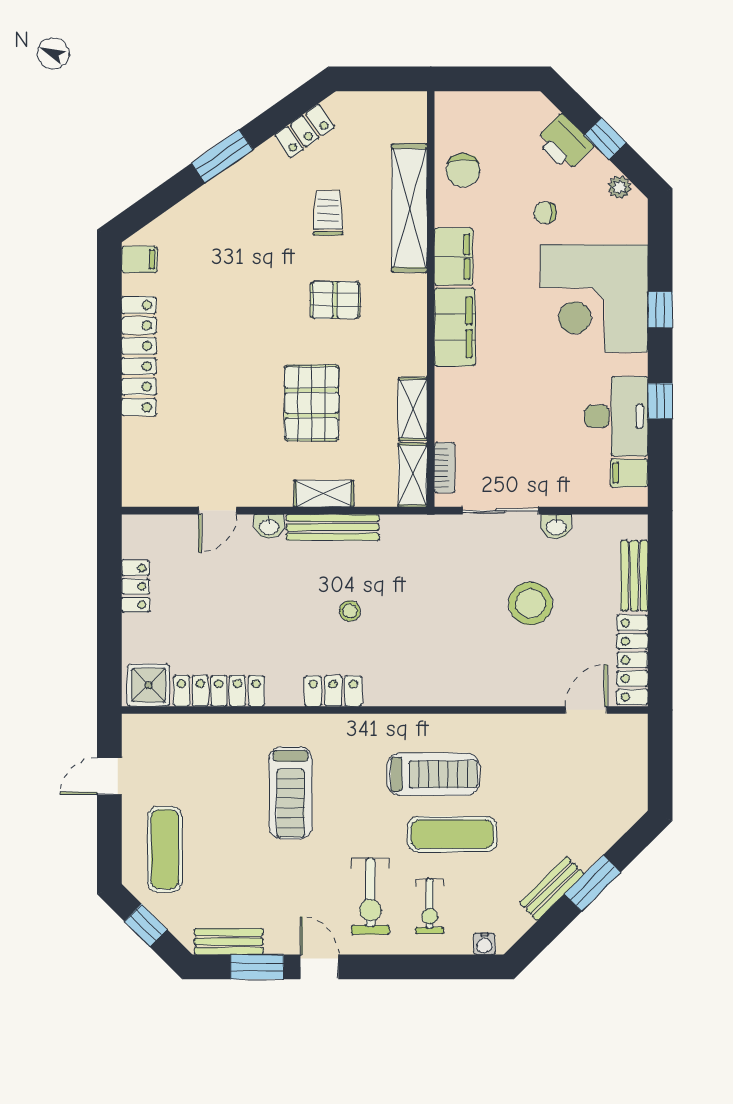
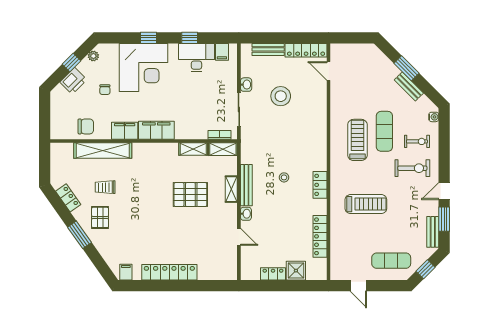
pallet: (335, 300) -> (100, 217), moved
shower: (149, 685) -> (296, 271), moved

